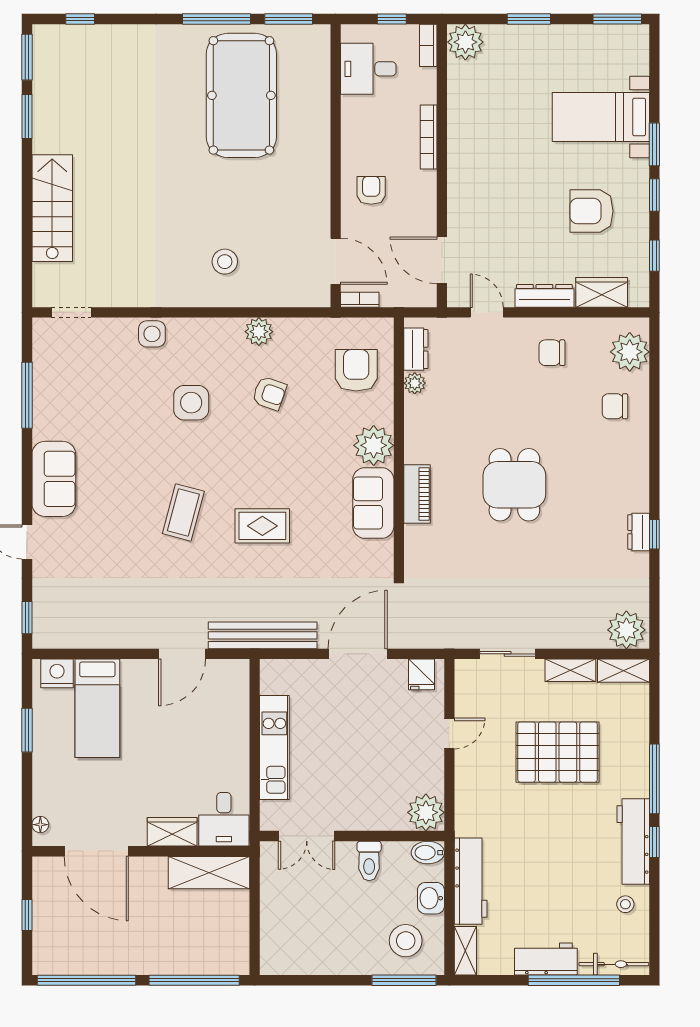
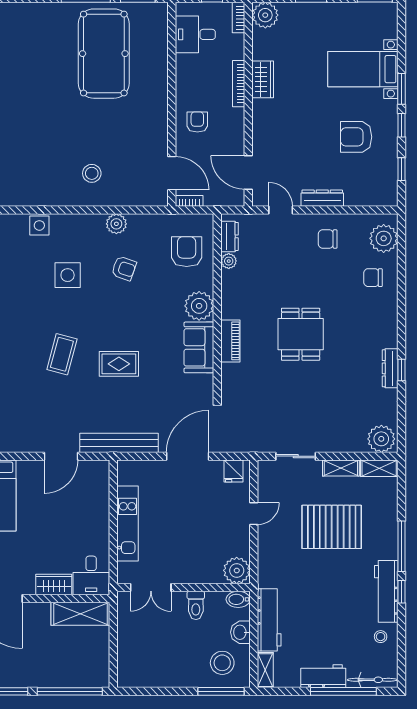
wardrobe: (602, 292) -> (263, 79), moved, turned 90
dresser: (639, 532) -> (390, 368), width x1.44

